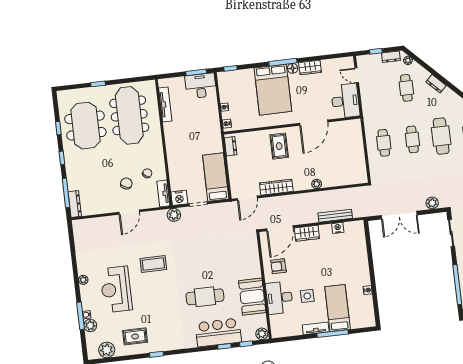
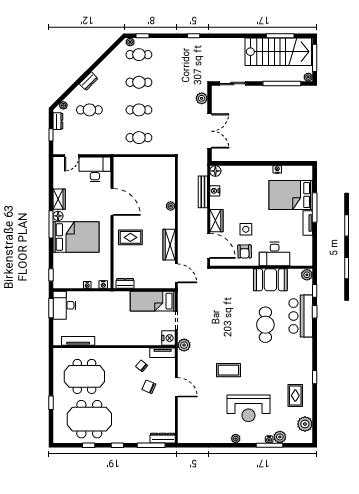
meeting table: (129, 115) -> (84, 376), width x0.73
cafe table: (441, 136) -> (139, 82), width x0.73, depth x0.74
floor lamp: (358, 226) -> (215, 171), added
coffee table: (153, 264) -> (228, 370), turned 90
side table: (307, 296) -> (246, 229), moved
bed: (338, 308) -> (291, 195), width x1.50

